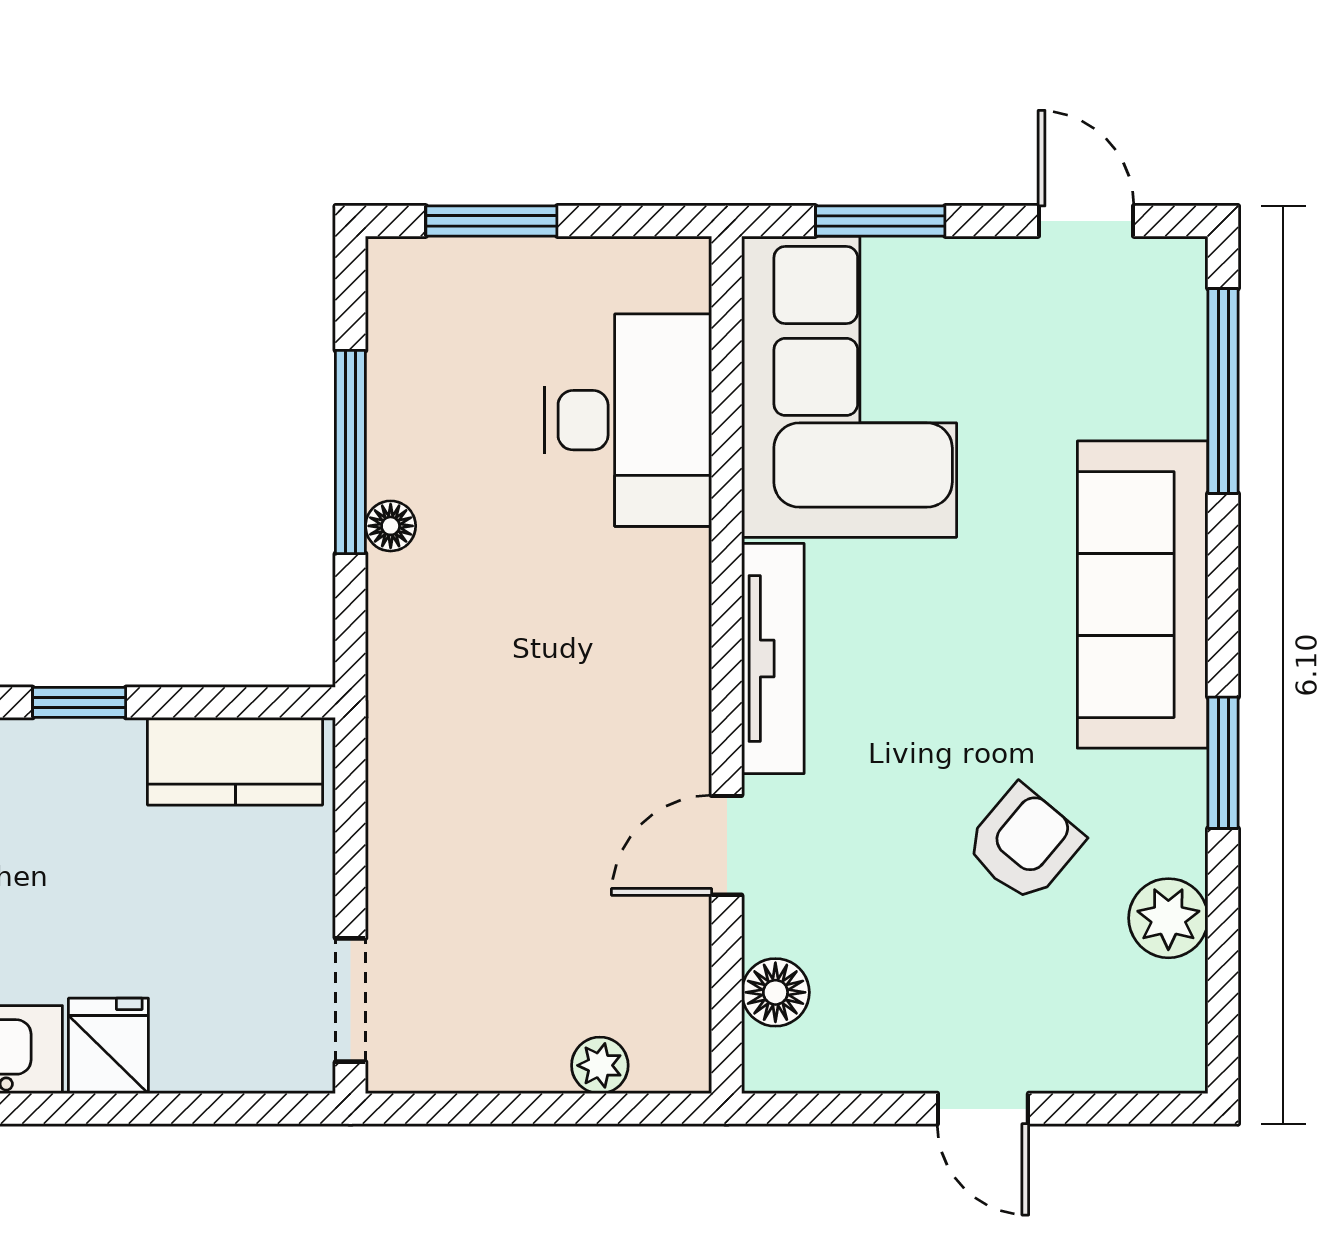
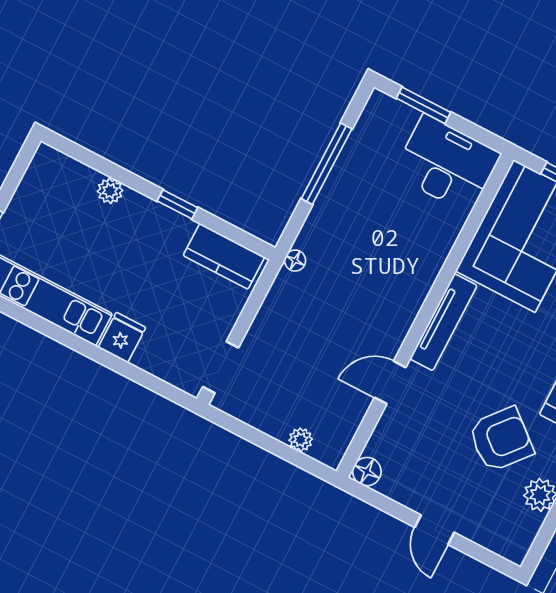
desk: (628, 420) -> (447, 164), moved, turned -90
floor lamp: (391, 526) -> (295, 261), moved
armchair: (1024, 844) -> (501, 439), width x1.38, depth x1.38
floor lamp: (775, 992) -> (367, 472), moved

